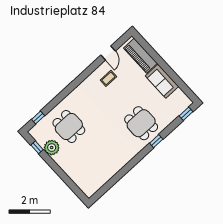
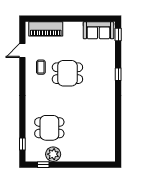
door: (108, 53) -> (22, 50), swing flipped
sofa: (162, 81) -> (98, 30), moved
dining table: (141, 123) -> (67, 73), moved

